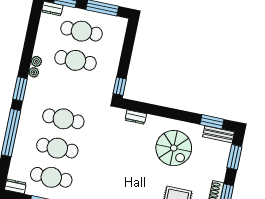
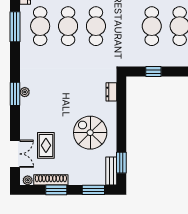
window: (120, 86) -> (153, 71), moved
spiral stairs: (174, 148) -> (90, 133), turned 90

